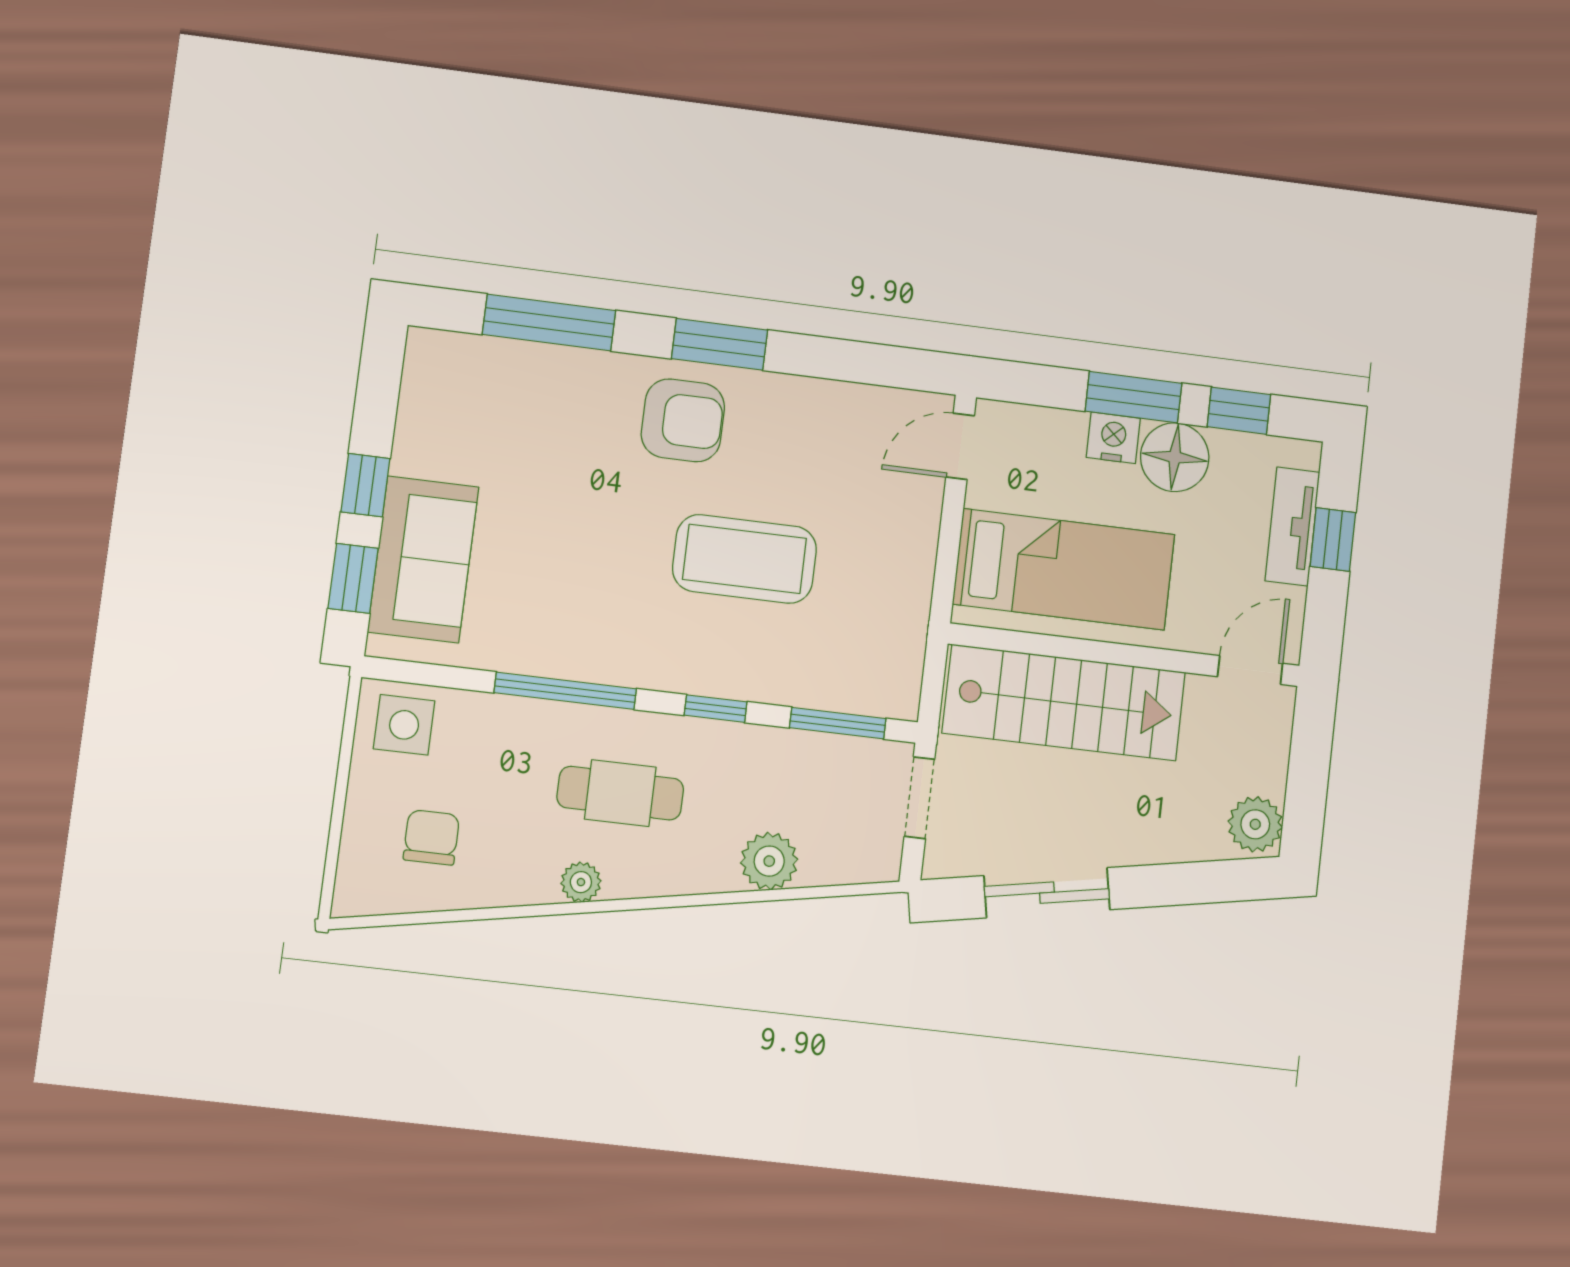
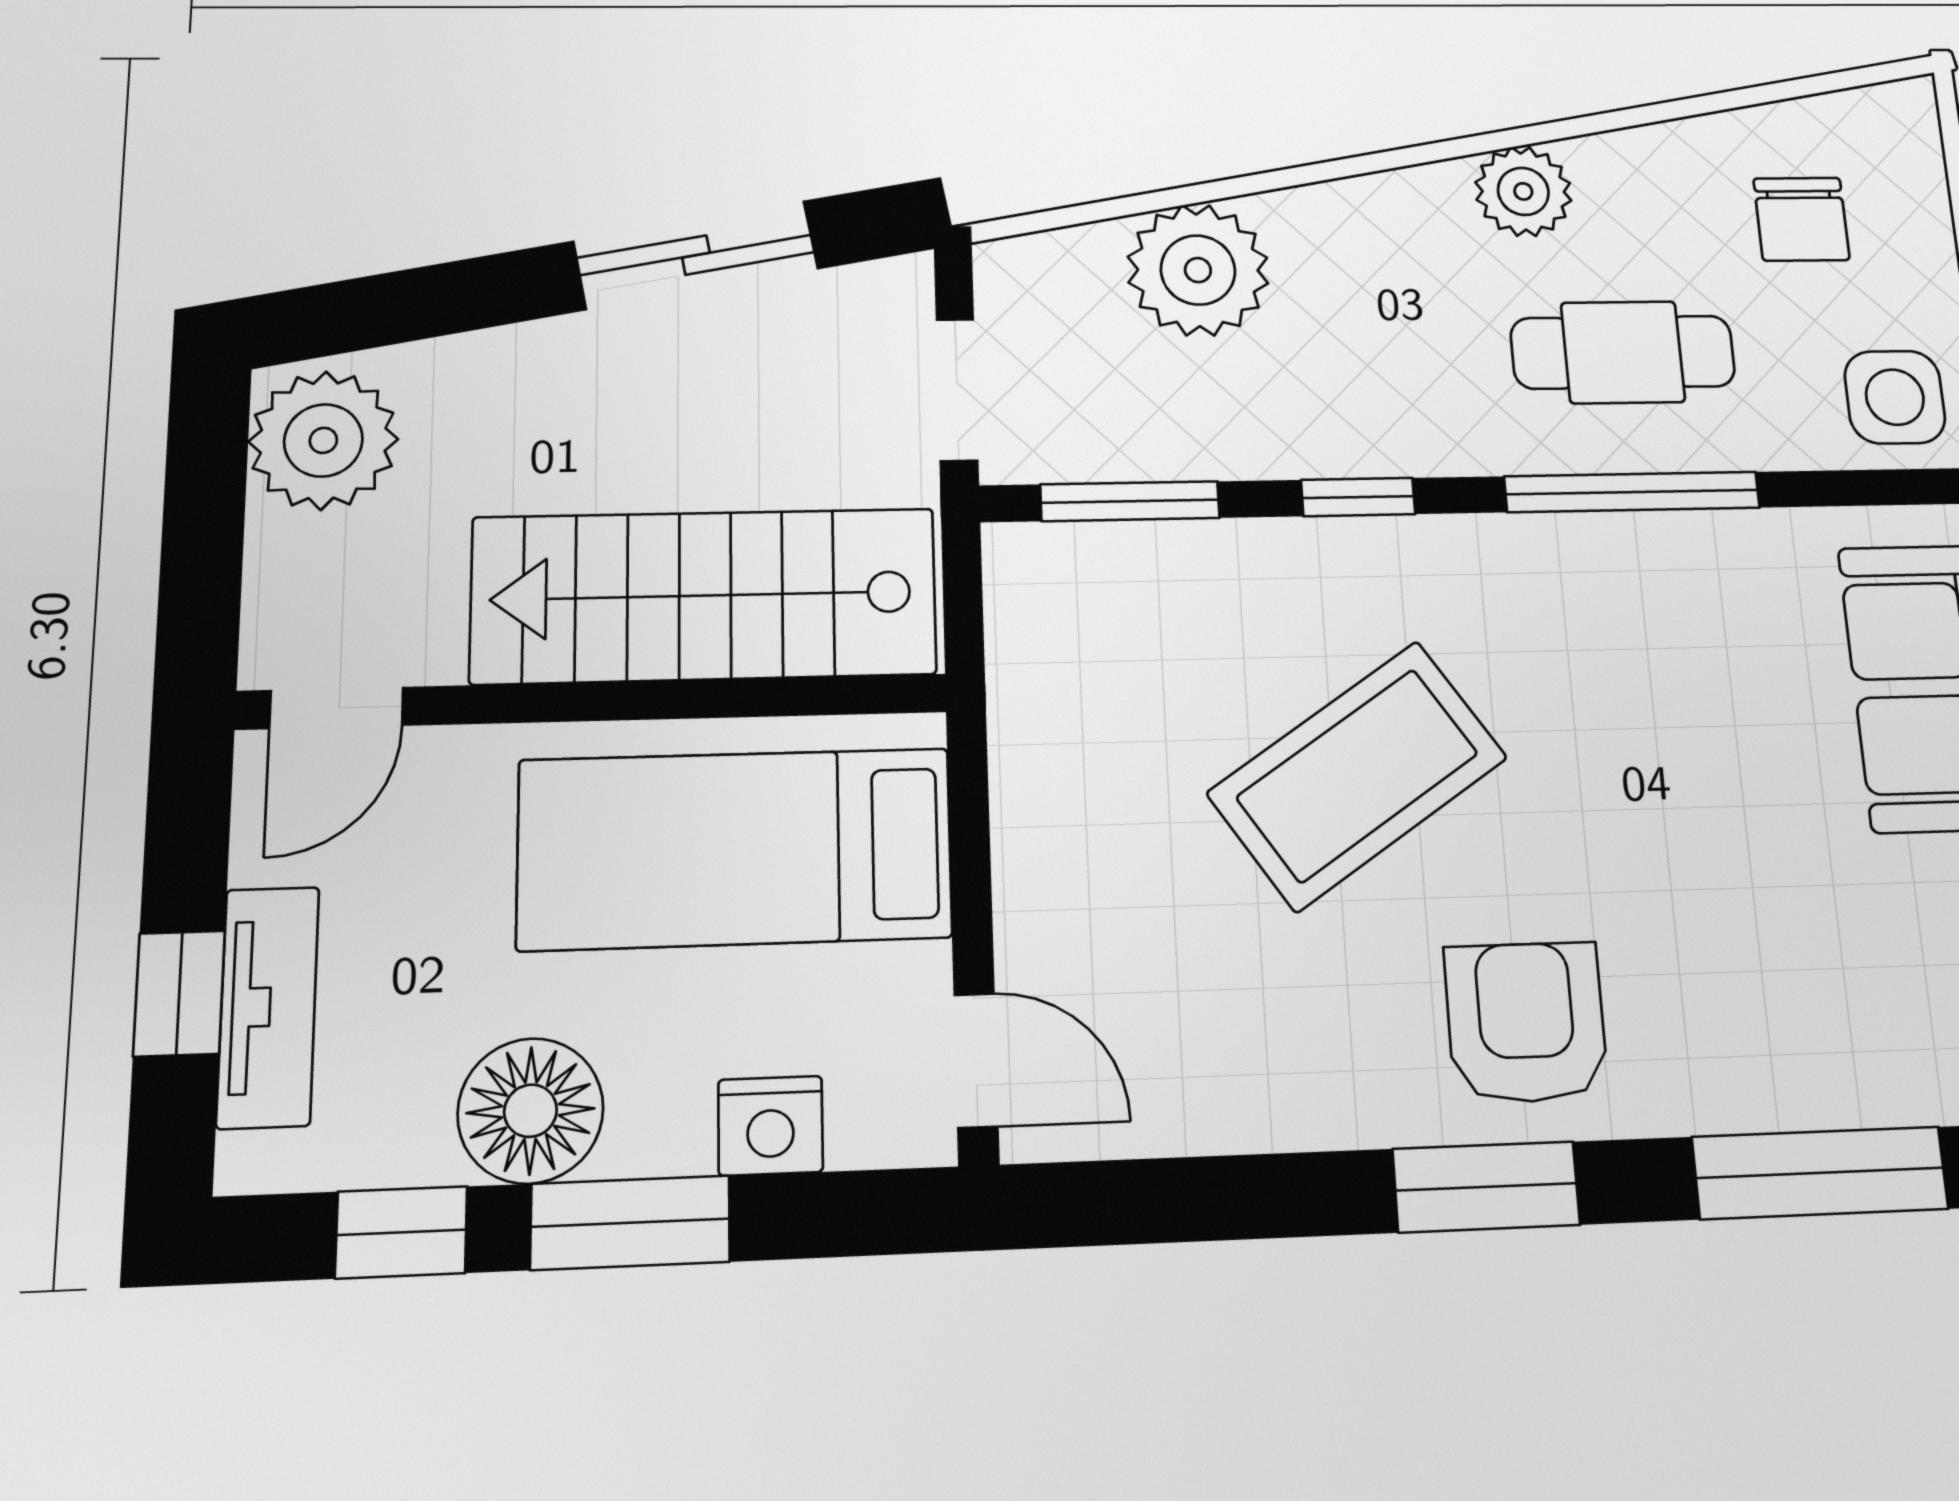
armchair: (683, 420) -> (1526, 1022), turned 90
nightstand: (1113, 438) -> (770, 1126), moved
door: (960, 446) -> (976, 1060), hinge flipped
coffee table: (745, 559) -> (1357, 775), turned -34
cafe table: (620, 793) -> (1623, 352), moved
plant: (1255, 824) -> (323, 440), width x1.36, depth x1.36
plant: (769, 861) -> (1198, 270), width x1.36, depth x1.36
plant: (581, 882) -> (1523, 191), width x1.38, depth x1.38

